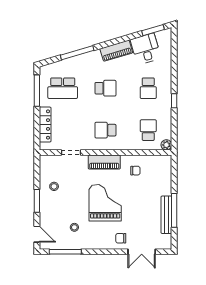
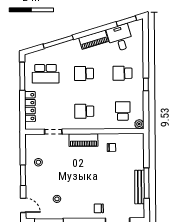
school desk: (105, 88) -> (84, 74), turned 180
school desk: (148, 88) -> (123, 73), turned 90
grand piano: (105, 203) -> (84, 177), removed

